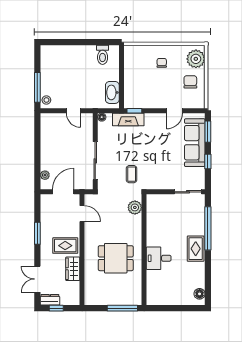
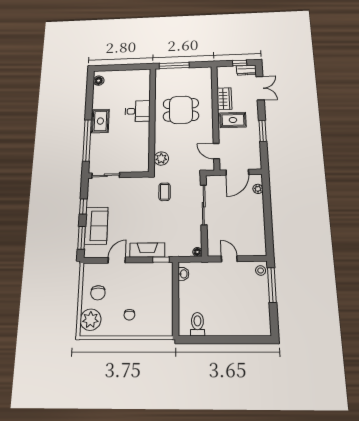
washbasin: (112, 92) -> (183, 274), width x0.52, depth x0.69
fireplace: (128, 119) -> (147, 250), moved
sofa: (195, 143) -> (96, 226), width x0.73

